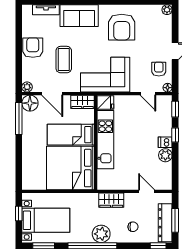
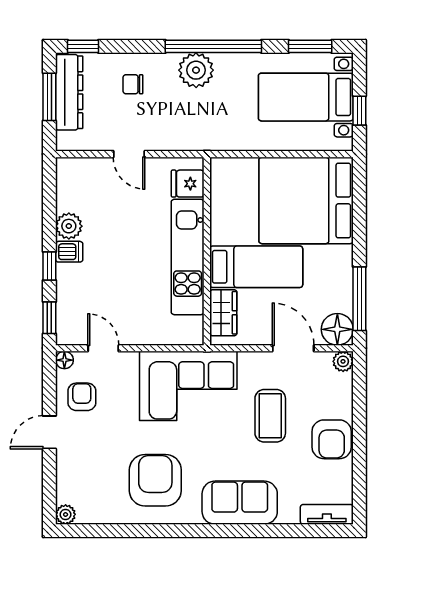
tv unit: (46, 10) -> (327, 514), moved
armchair: (159, 69) -> (82, 397), turned 180
wardrobe: (82, 102) -> (223, 313), moved, turned 90
fridge: (105, 103) -> (188, 184), moved
bed: (70, 168) -> (306, 200), moved, turned 180
door: (147, 191) -> (129, 154), moved
wardrobe: (111, 200) -> (176, 137), removed

